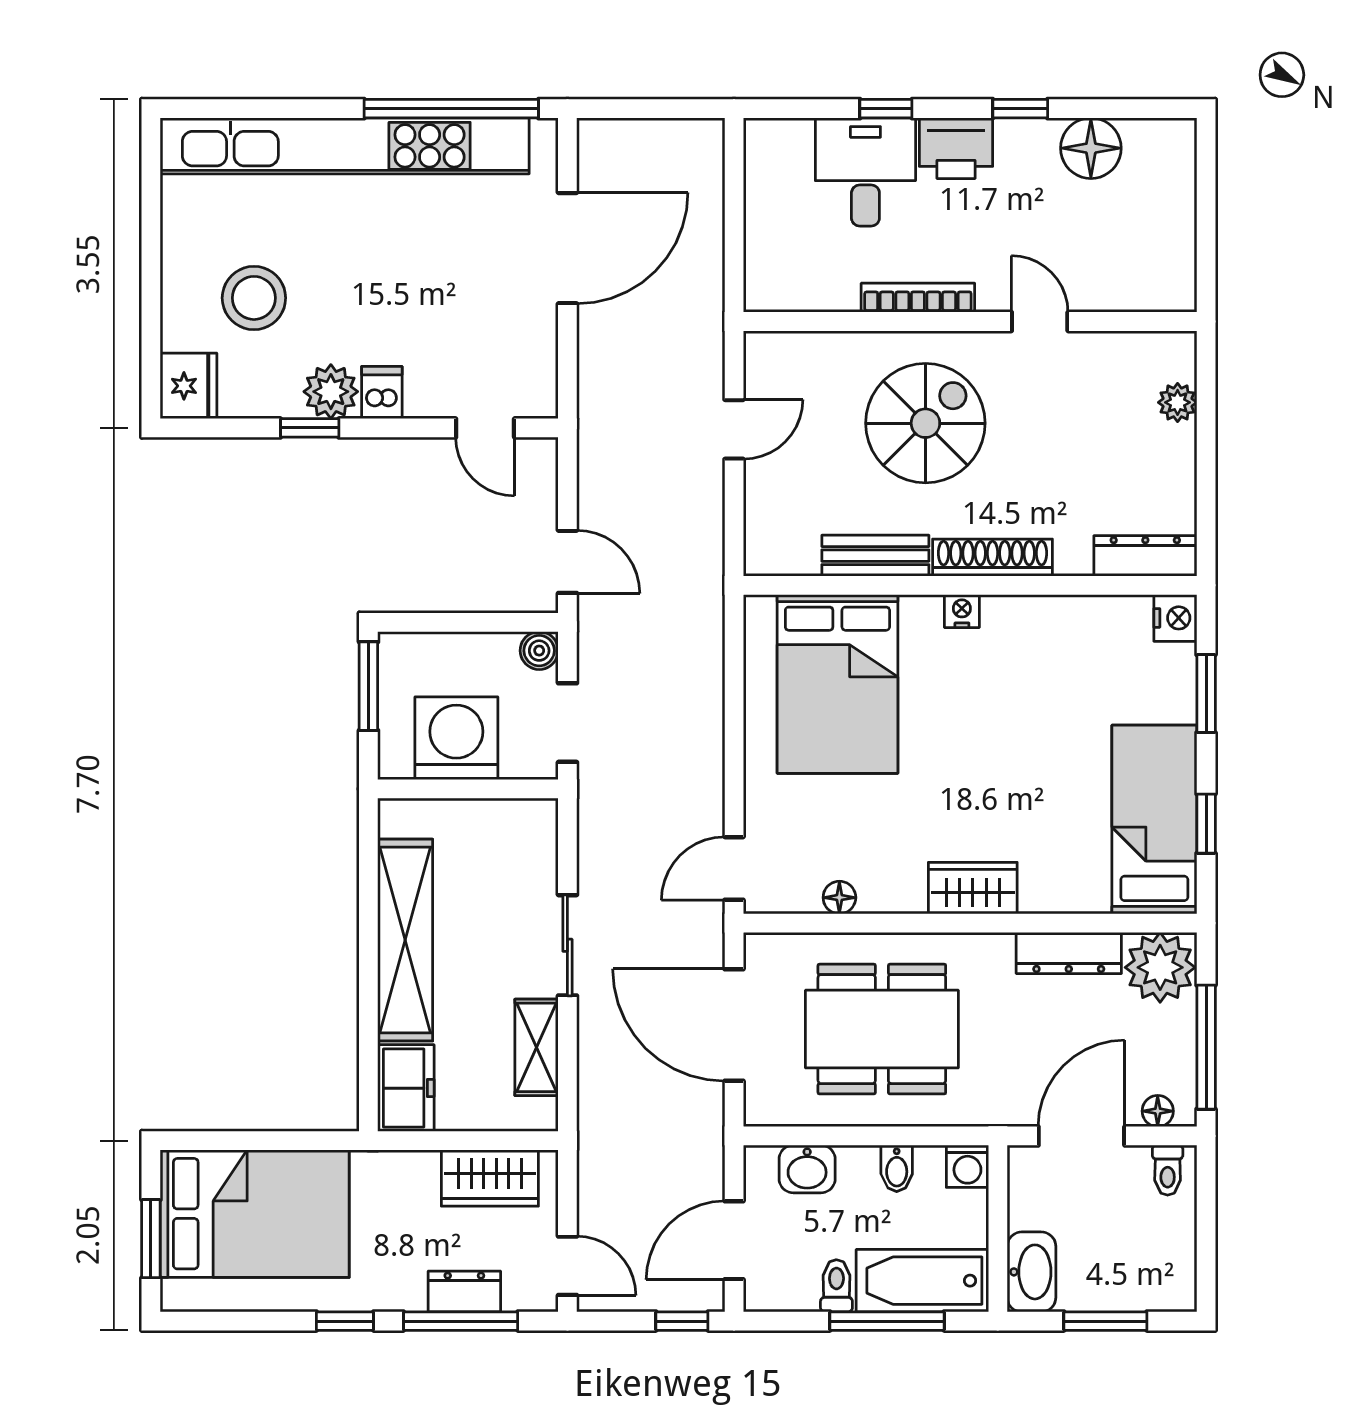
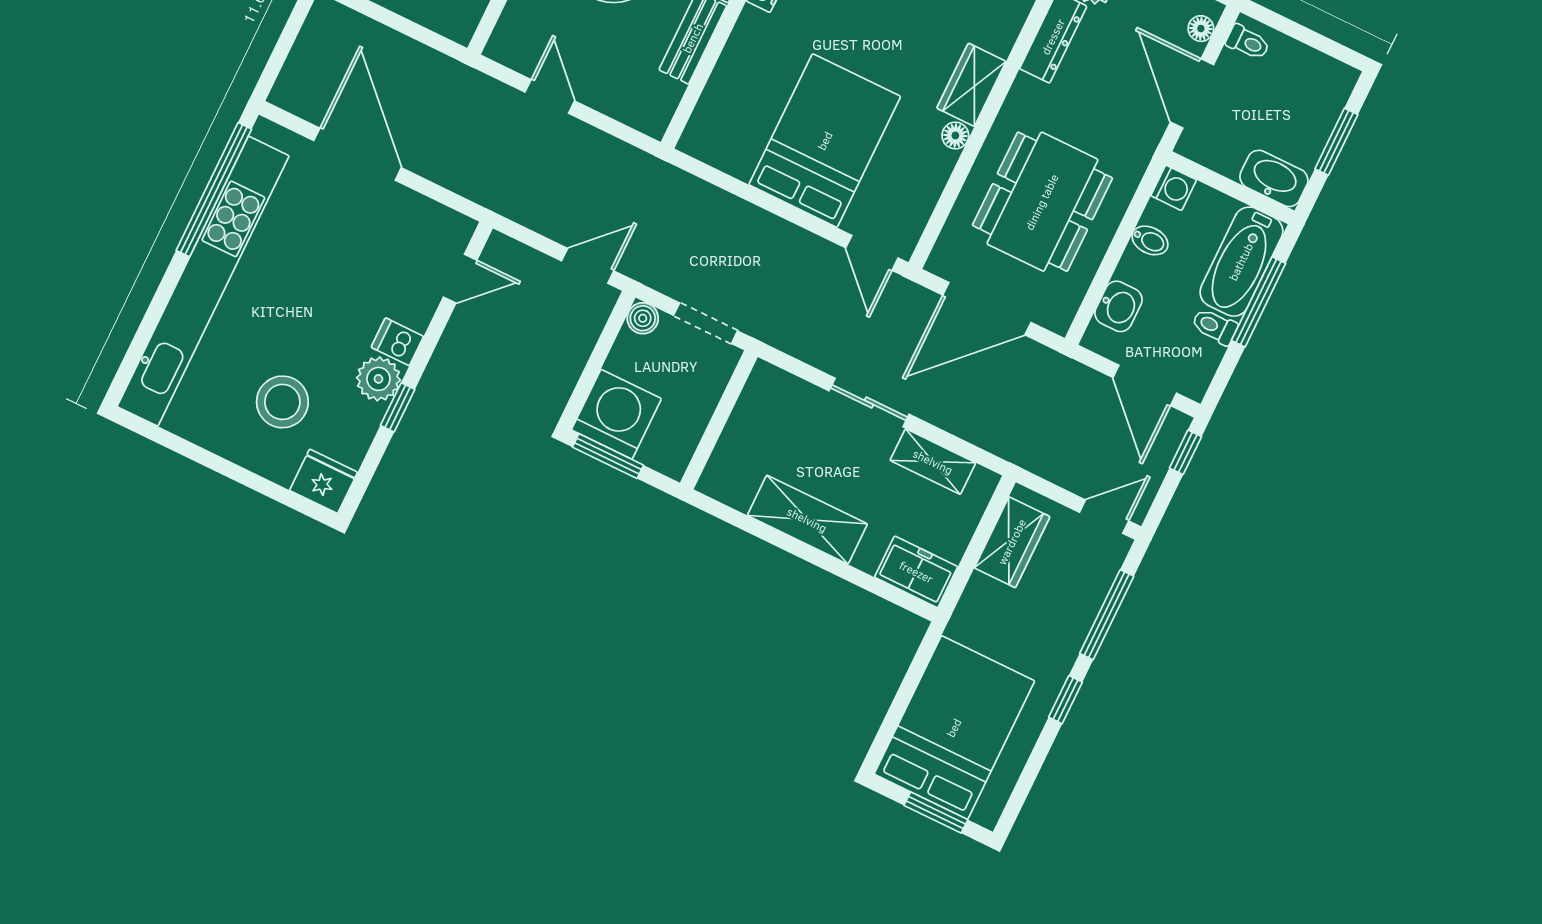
bed: (837, 684) -> (825, 141), moved, turned -90
washing machine: (456, 738) -> (616, 414), moved, turned 90
floor lamp: (839, 898) -> (955, 135), moved
shelving: (405, 940) -> (807, 520), width x0.68
dresser: (464, 1291) -> (1086, 601), removed

